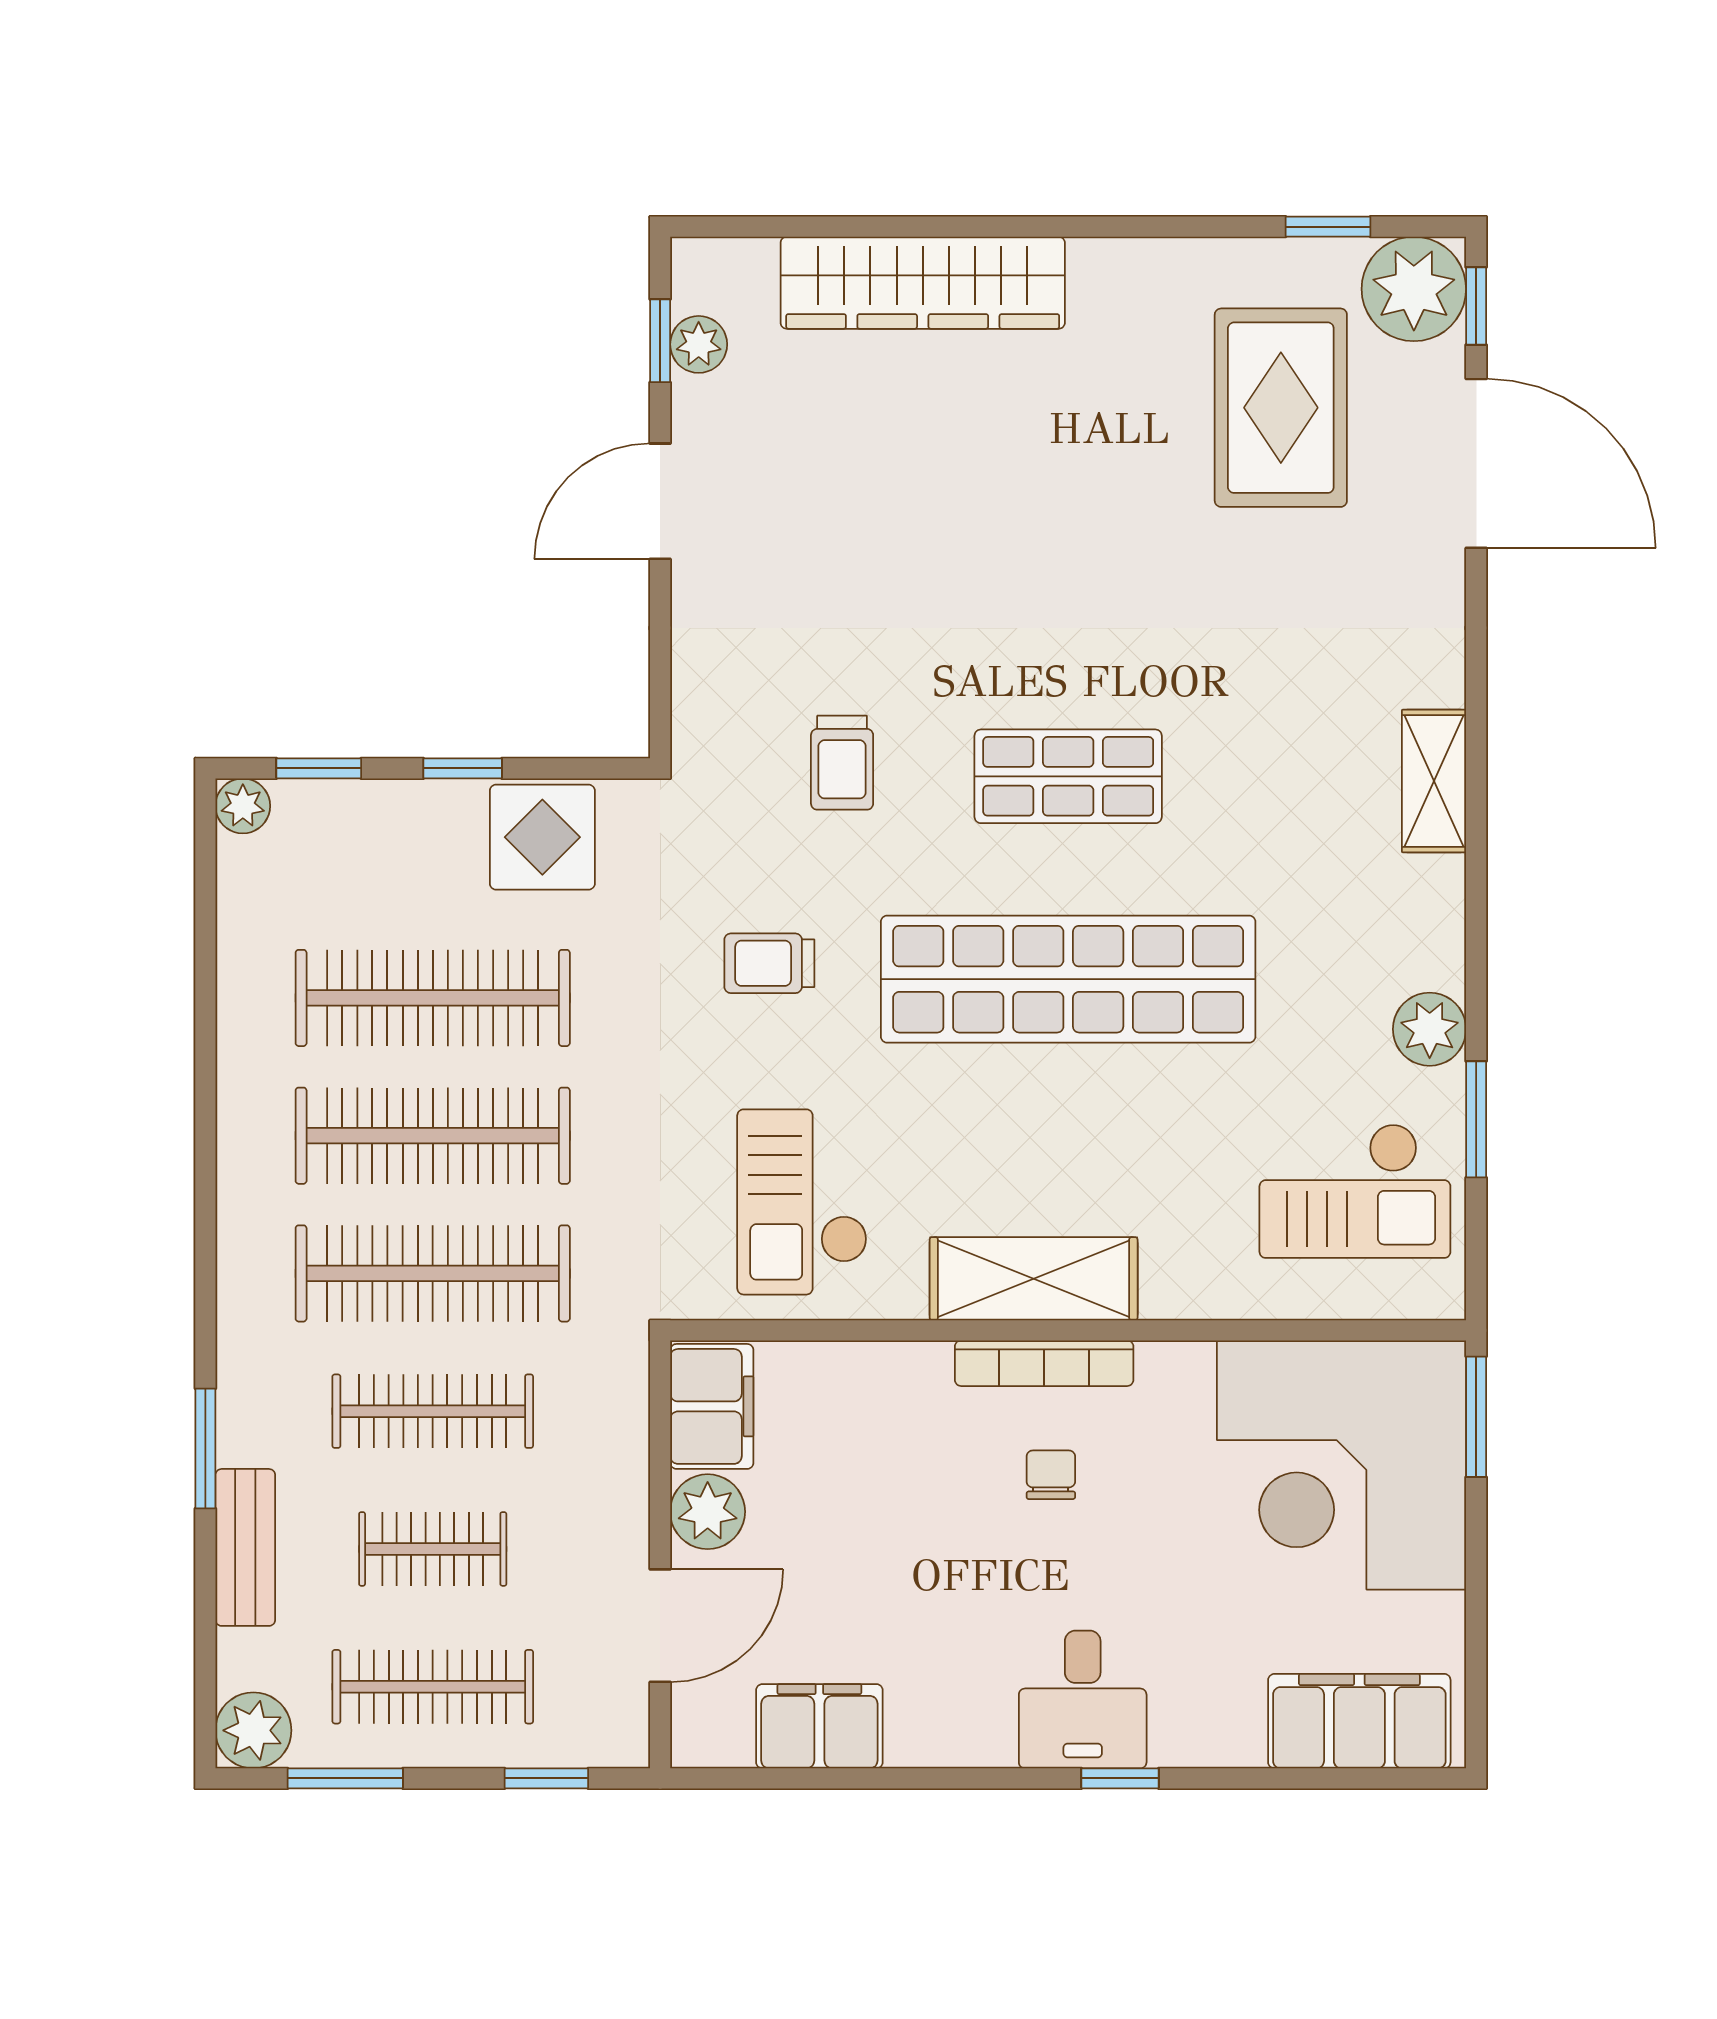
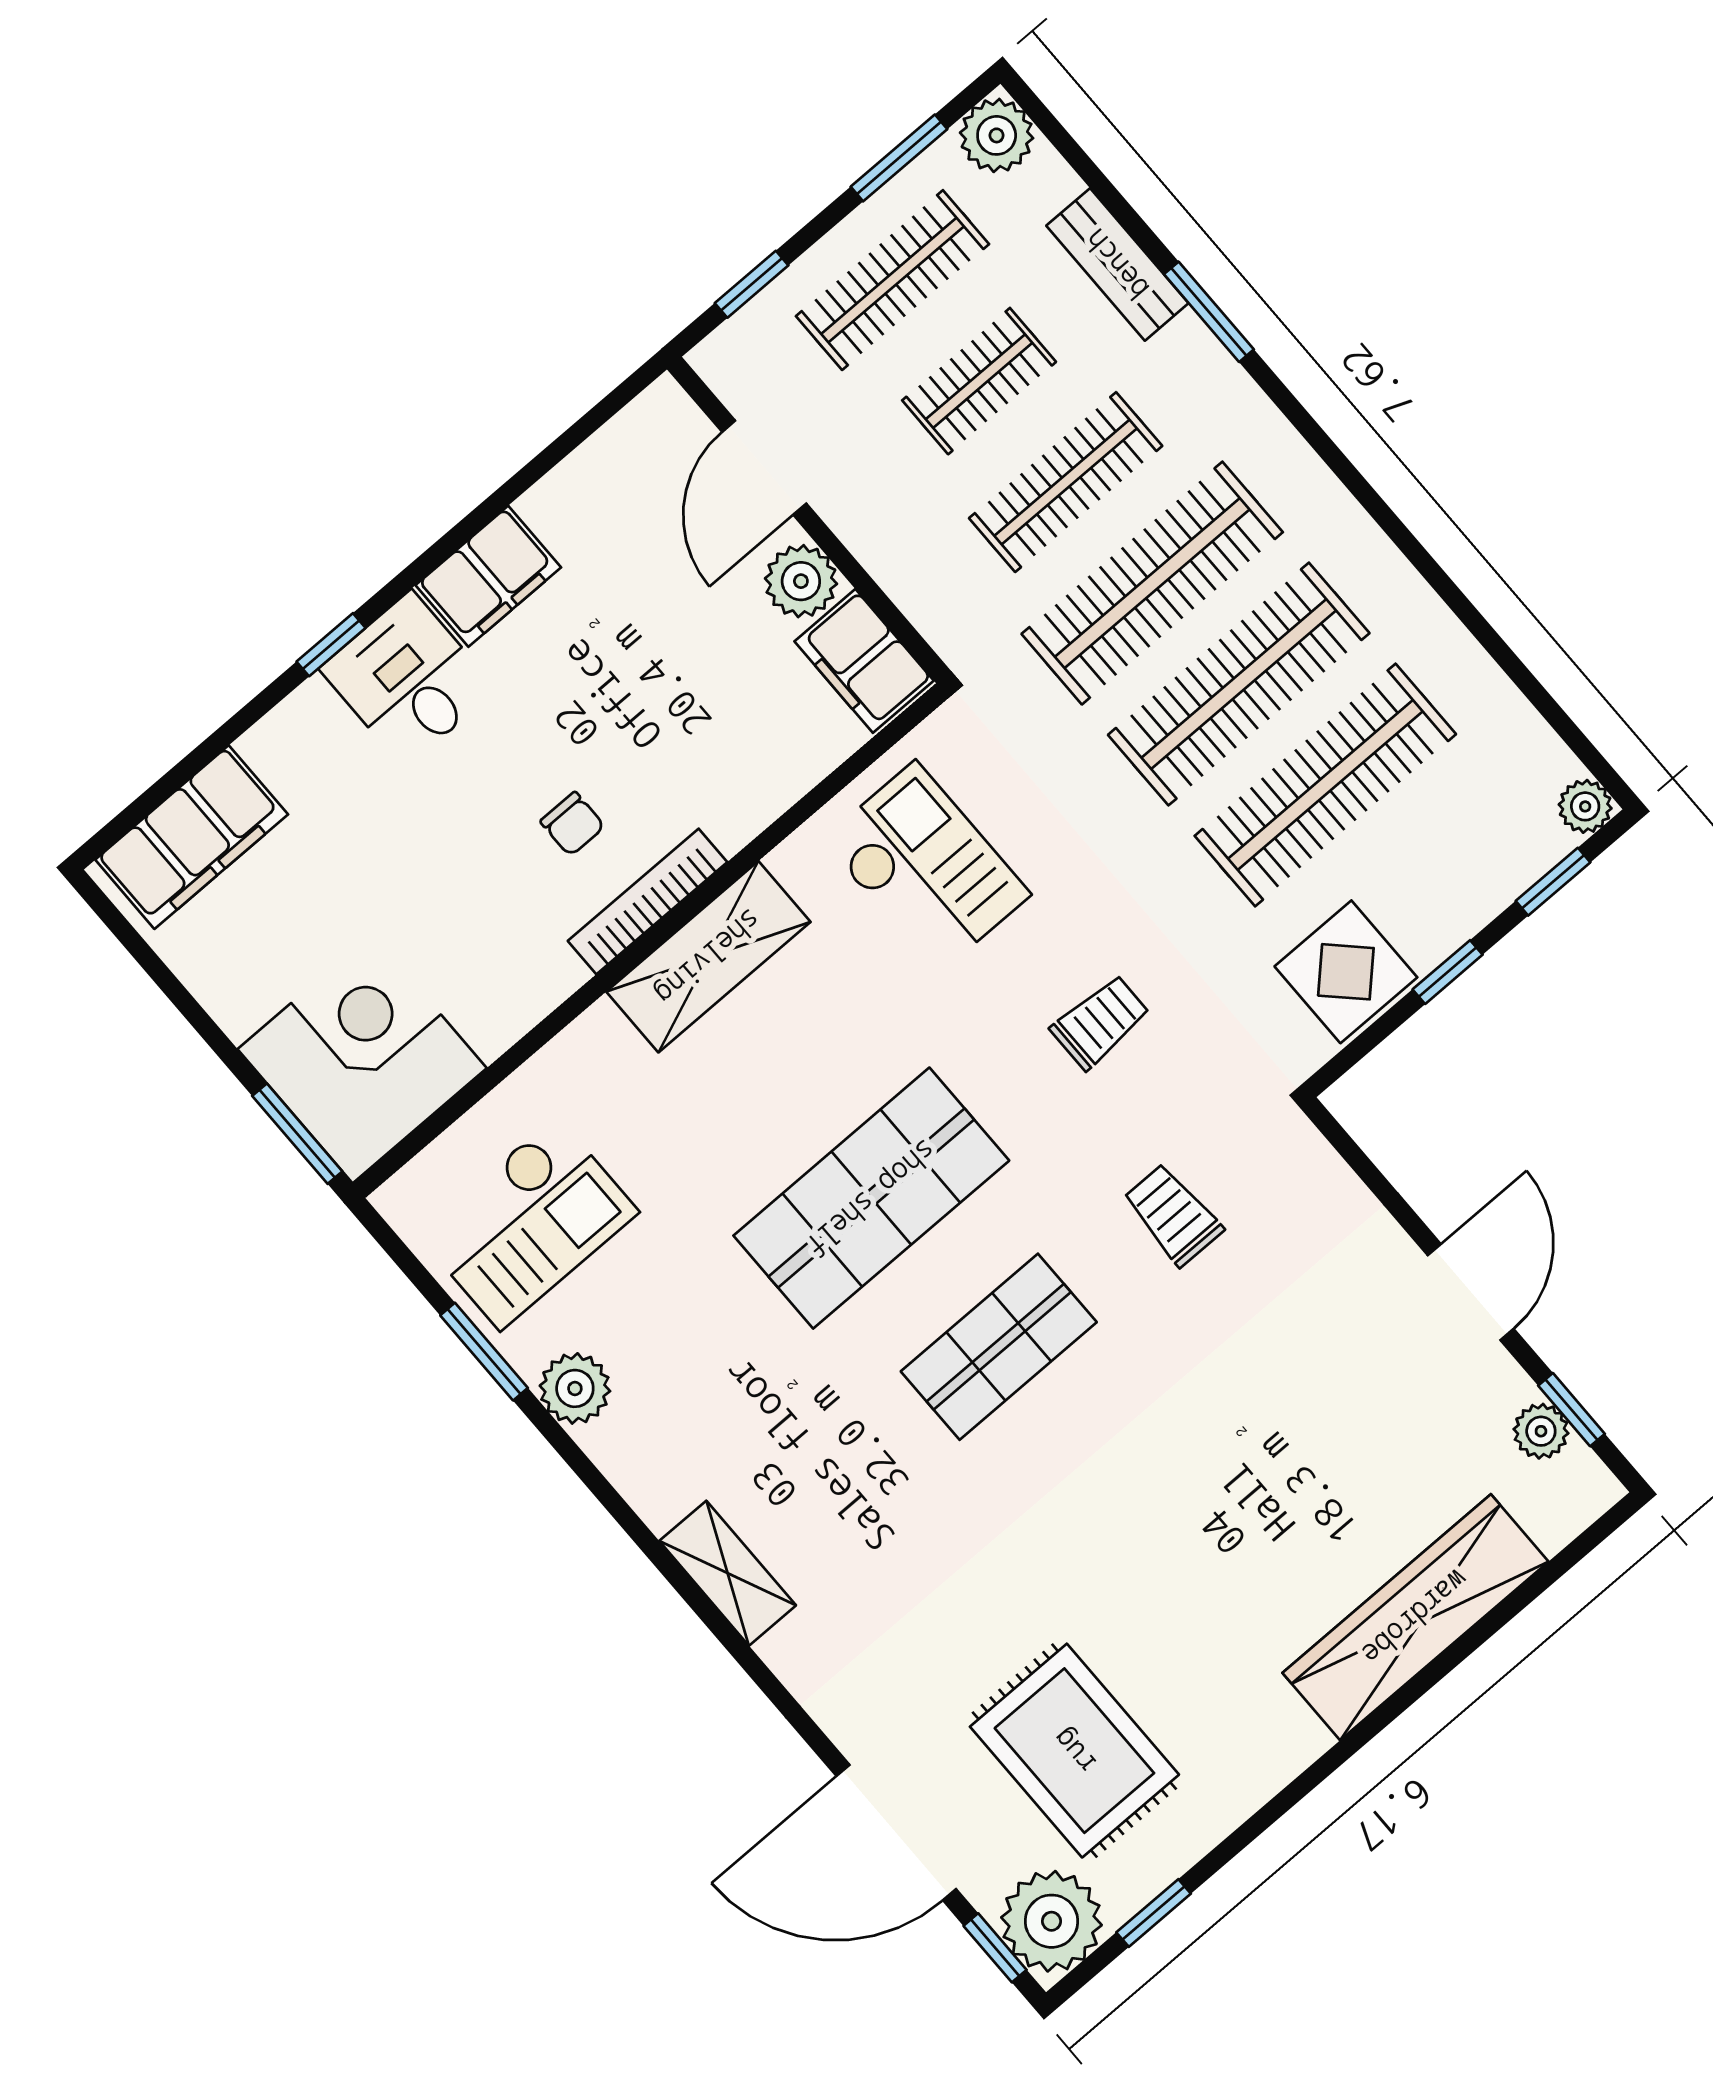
shop shelf: (1068, 979) -> (871, 1198), width x0.71
checkout: (1355, 1191) -> (528, 1223), turned 180
corner desk: (1341, 1465) -> (362, 1059), width x0.74, depth x0.74
filing cabinet: (819, 1726) -> (488, 576), moved

